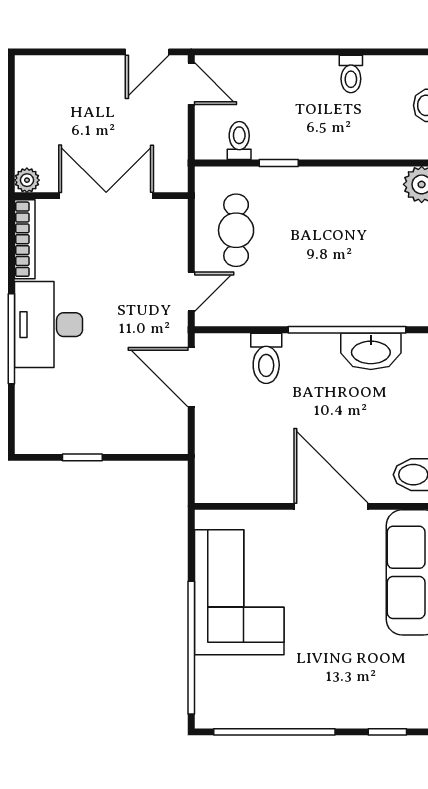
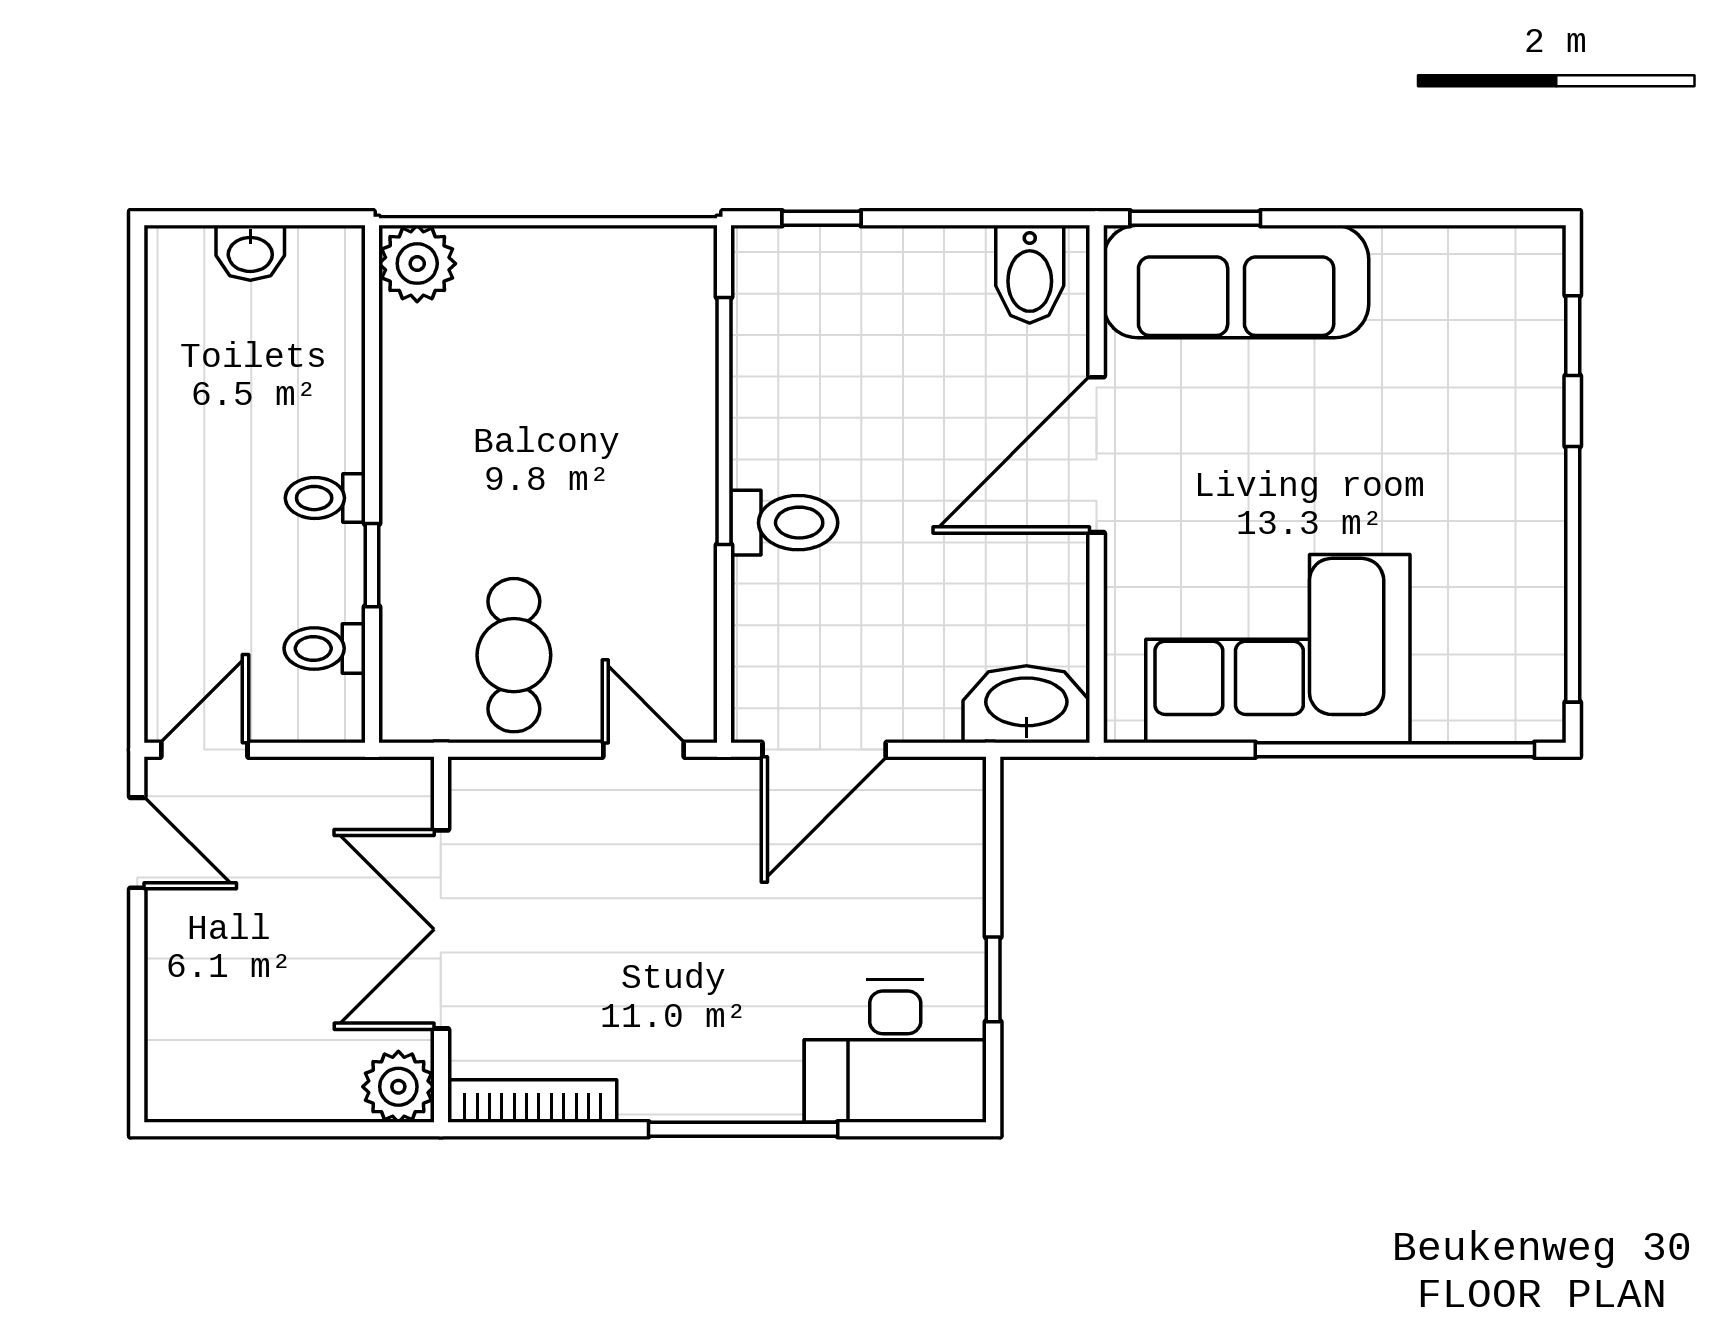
toilet: (351, 74) -> (325, 498), moved, turned 180
plant: (27, 180) -> (398, 1087), width x1.38, depth x1.38
cafe table: (236, 230) -> (514, 655), turned 90
desk: (49, 325) -> (895, 1051), moved
washbasin: (371, 351) -> (1026, 704), moved, turned -90
toilet: (266, 358) -> (784, 523), moved

